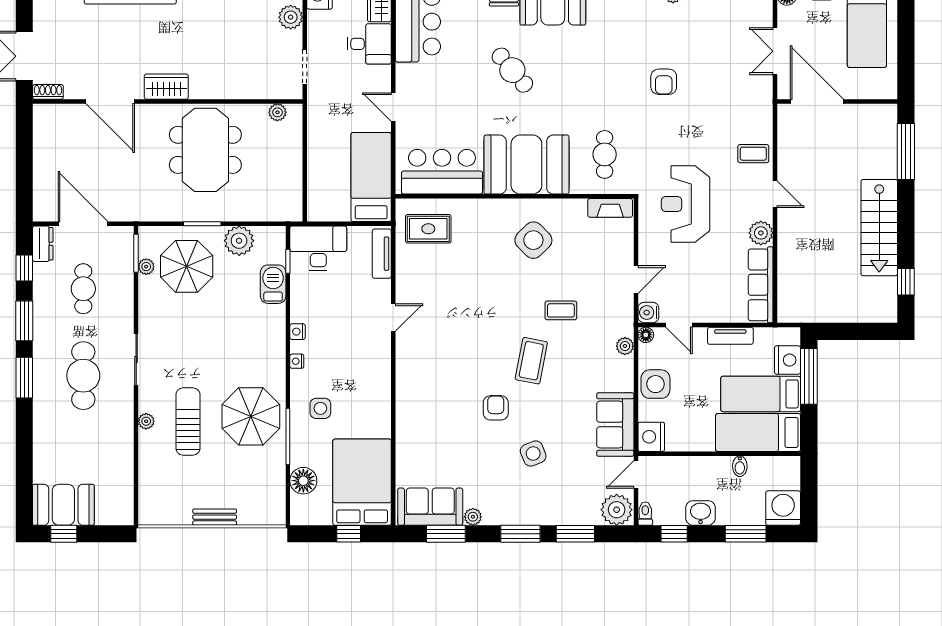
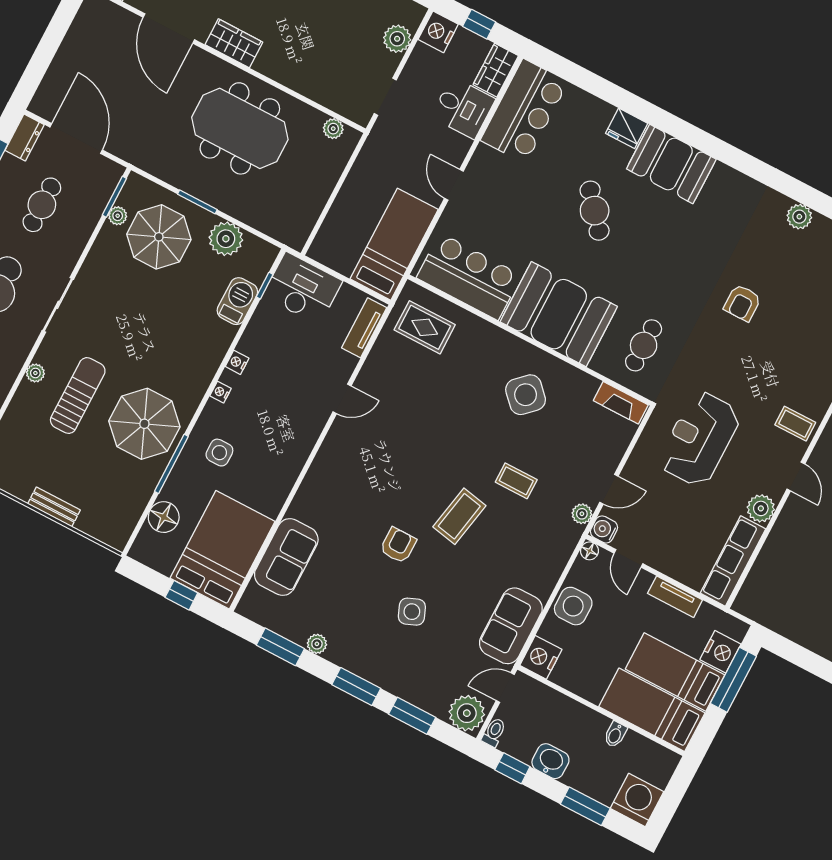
meeting table: (205, 150) -> (240, 128), turned 90
plant: (625, 346) -> (582, 514), moved
sofa: (430, 507) -> (286, 557), moved, turned 90

